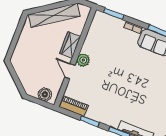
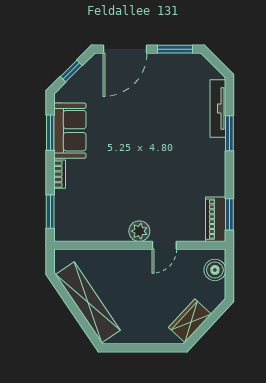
wardrobe: (70, 45) -> (190, 321), moved, turned 133
window: (90, 121) -> (229, 214), moved

